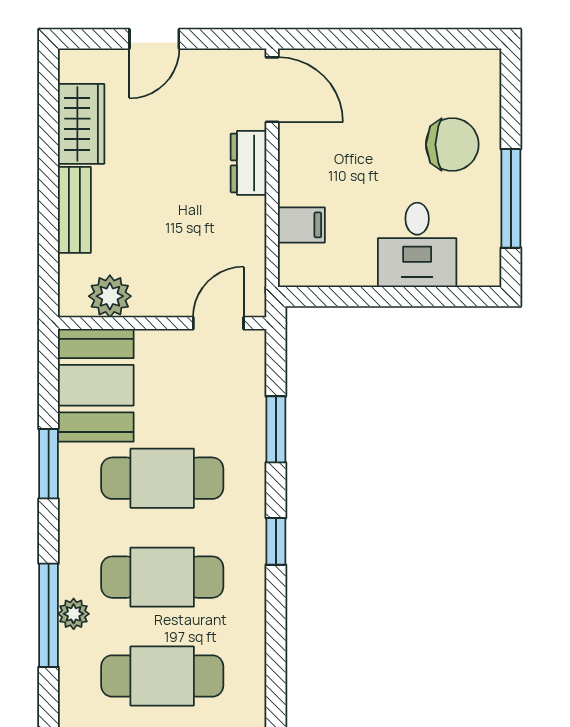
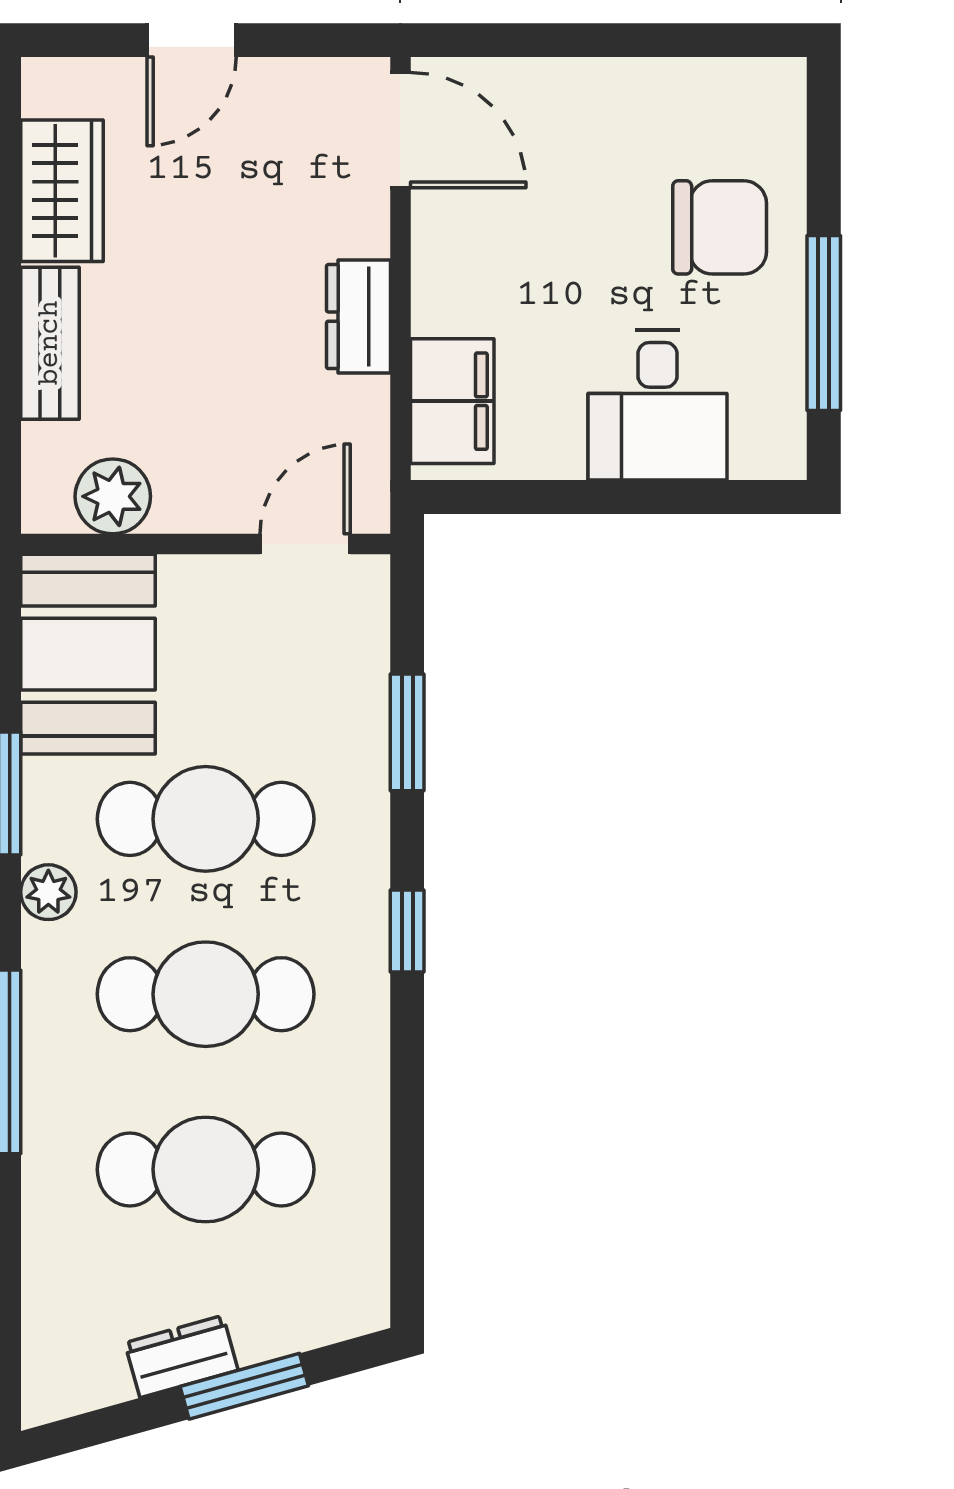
dresser: (248, 163) -> (359, 317), moved
filing cabinet: (301, 225) -> (452, 401), width x2.00
plant: (74, 614) -> (48, 892), moved

